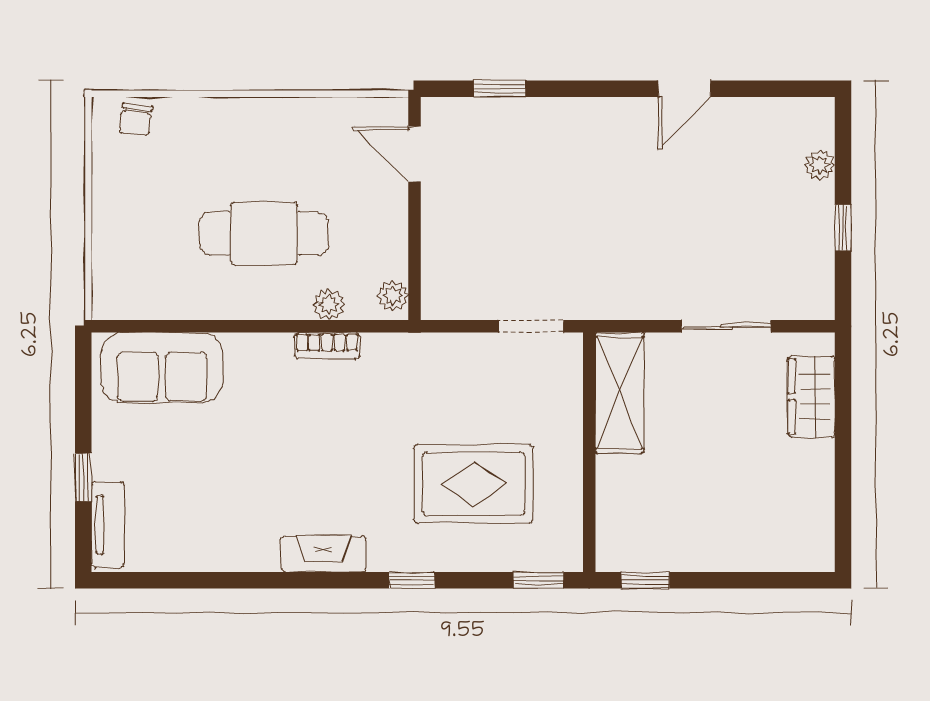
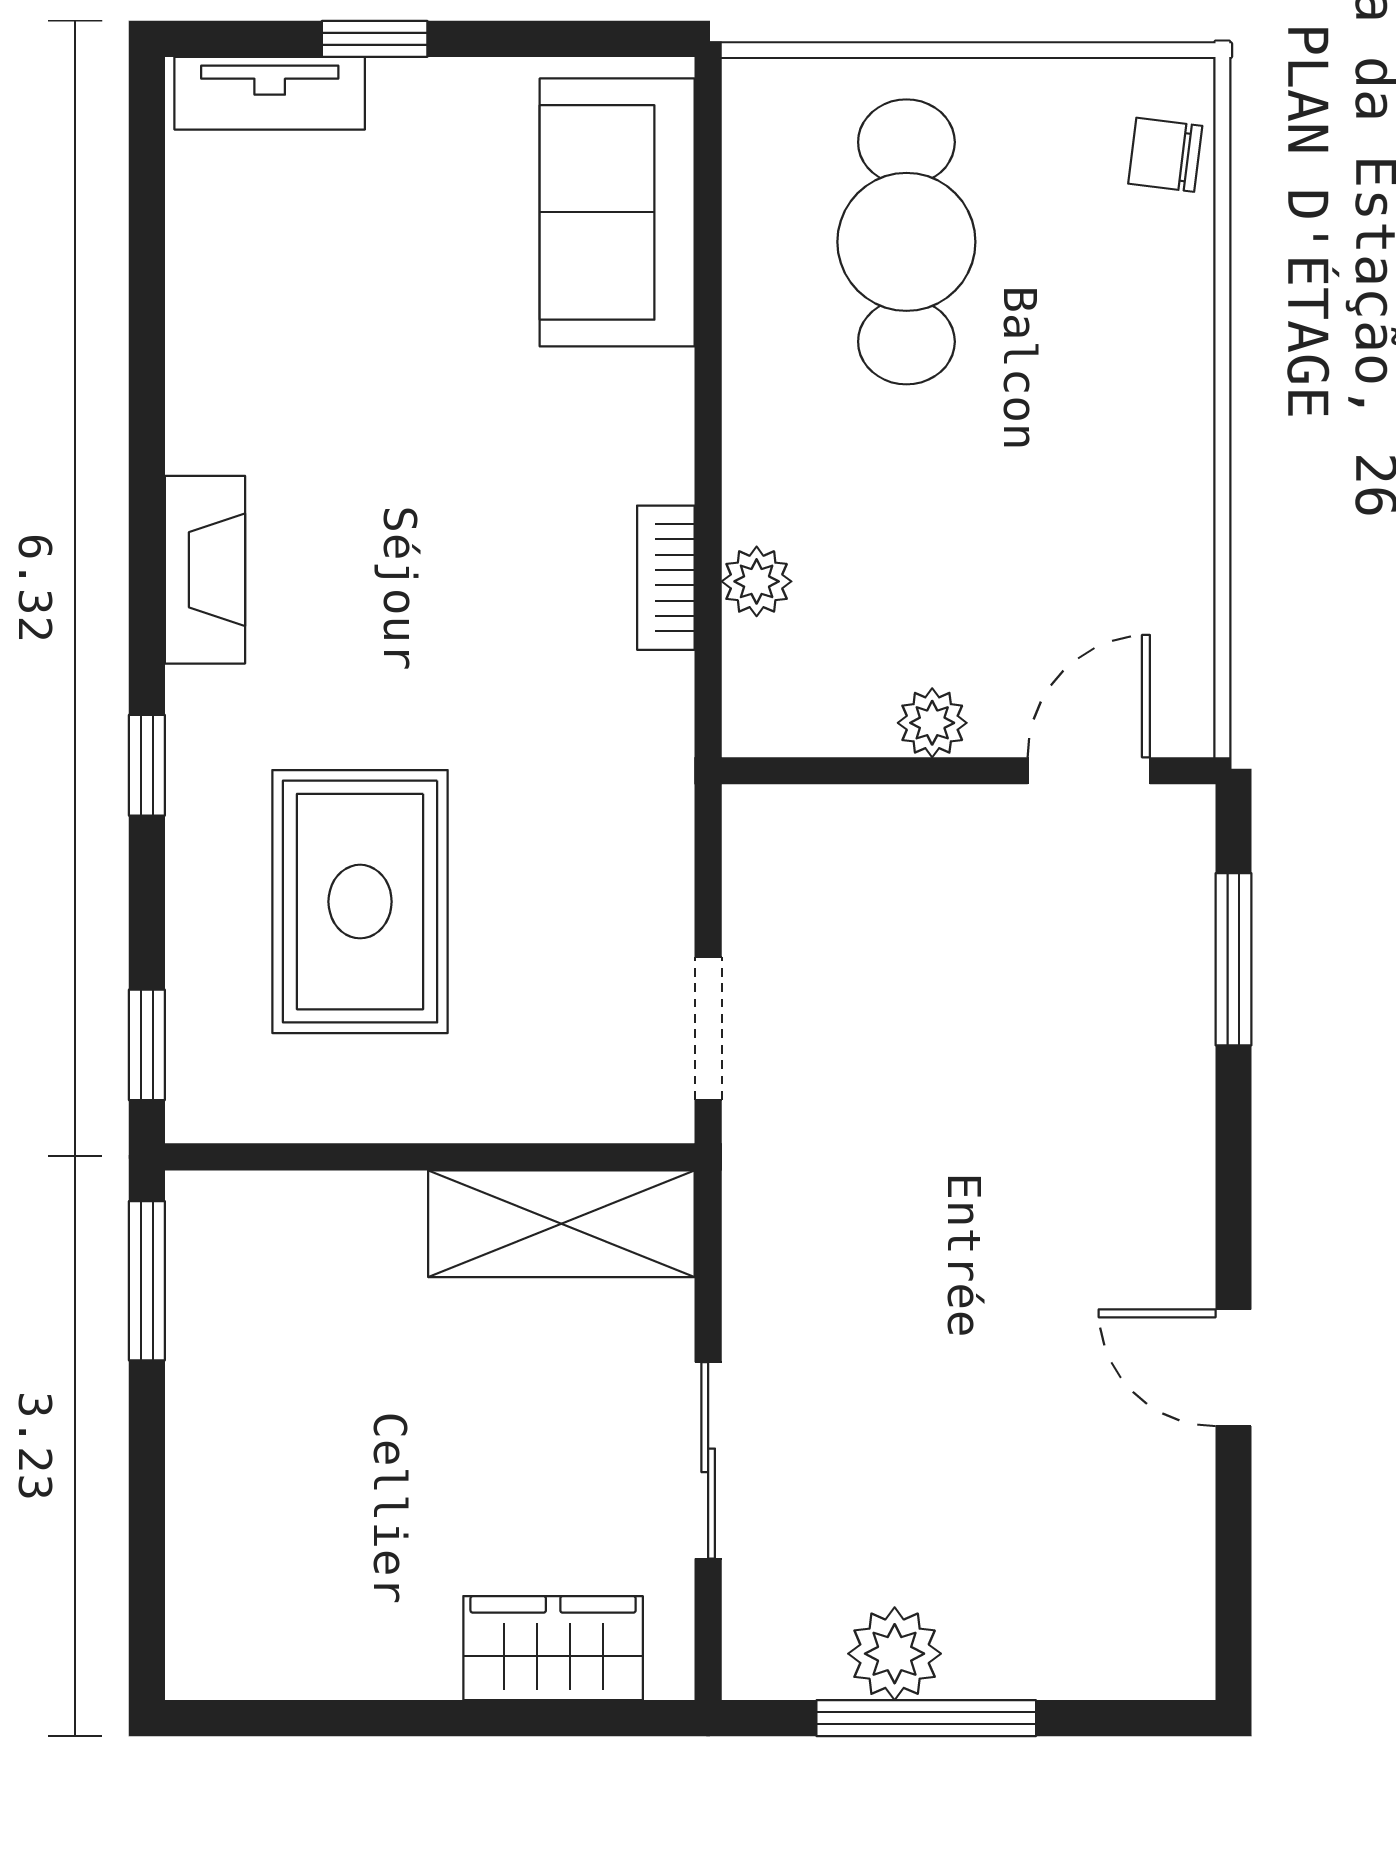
window: (500, 89) -> (1234, 959), width x1.50
plant: (820, 165) -> (895, 1654), moved, width x1.38, depth x1.38
window: (843, 228) -> (926, 1718), width x2.17
cafe table: (264, 234) -> (906, 242), moved
plant: (393, 296) -> (932, 723), moved
window: (645, 580) -> (147, 1281), width x1.50

